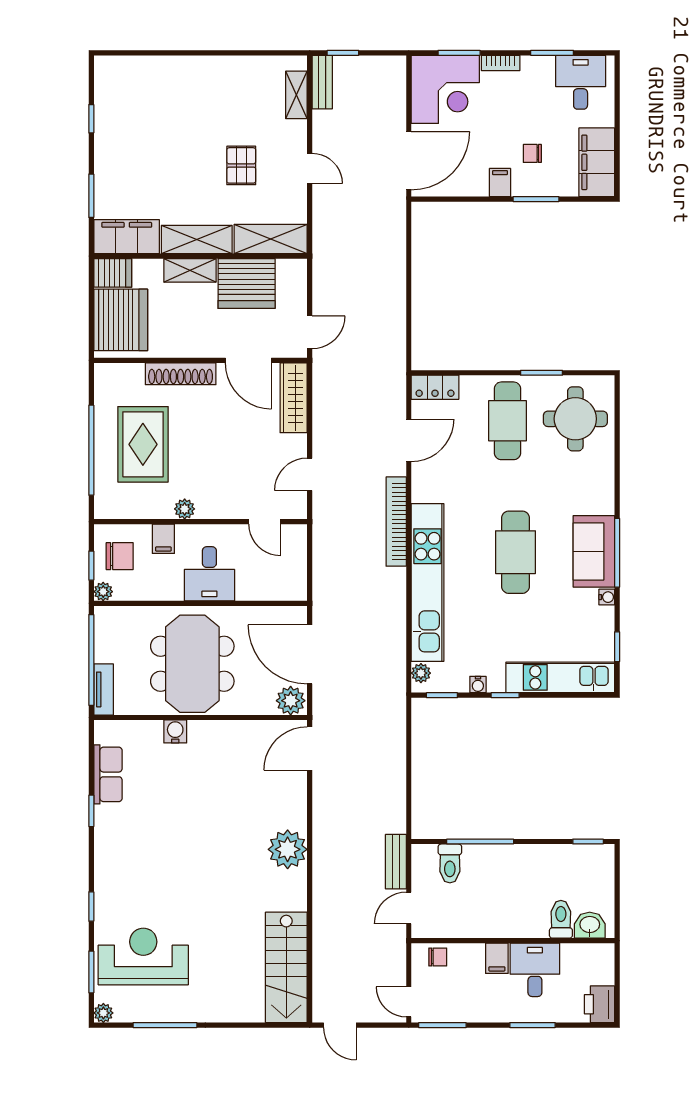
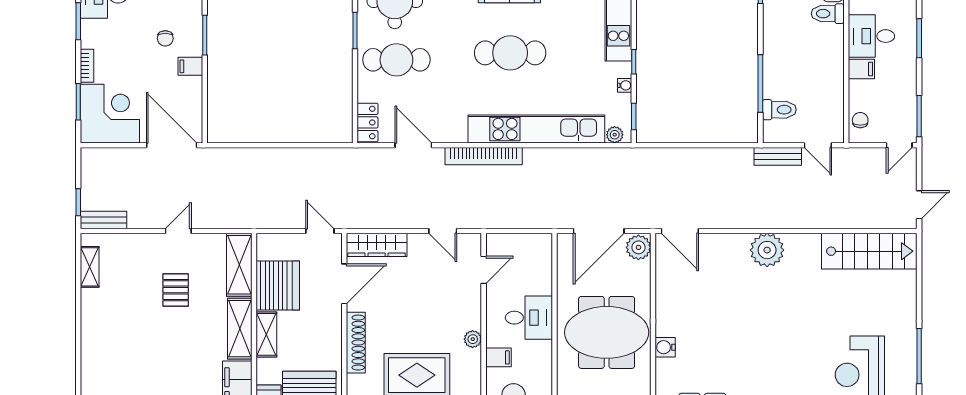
shelving: (296, 95) -> (90, 267), moved, turned 90
pallet: (241, 165) -> (176, 290), turned 90

